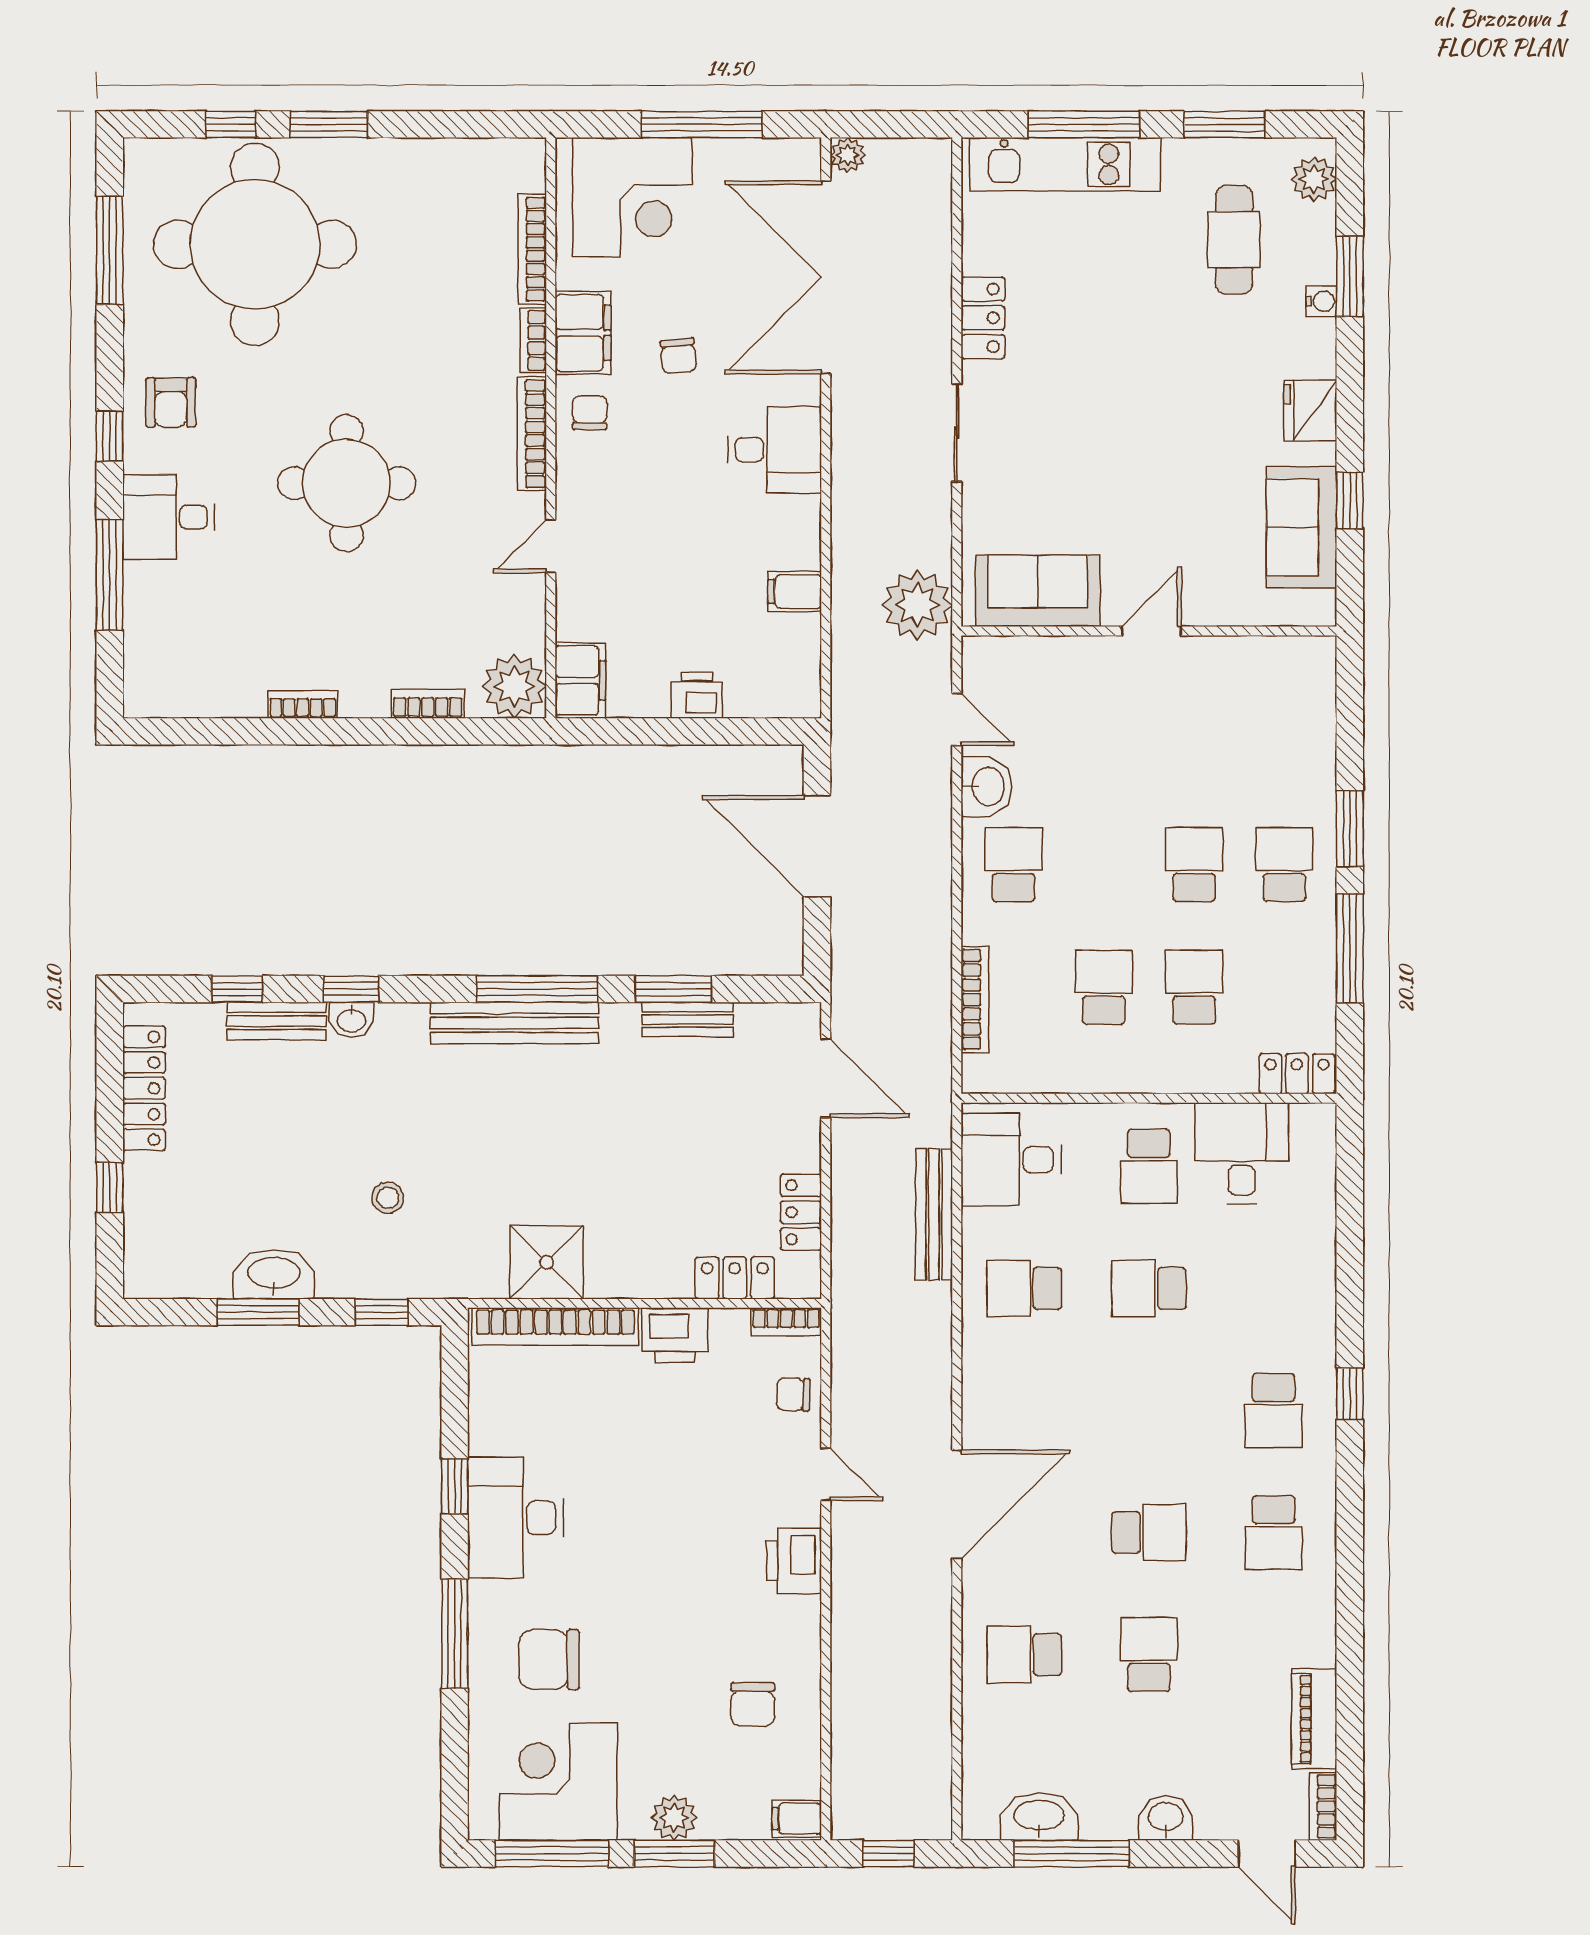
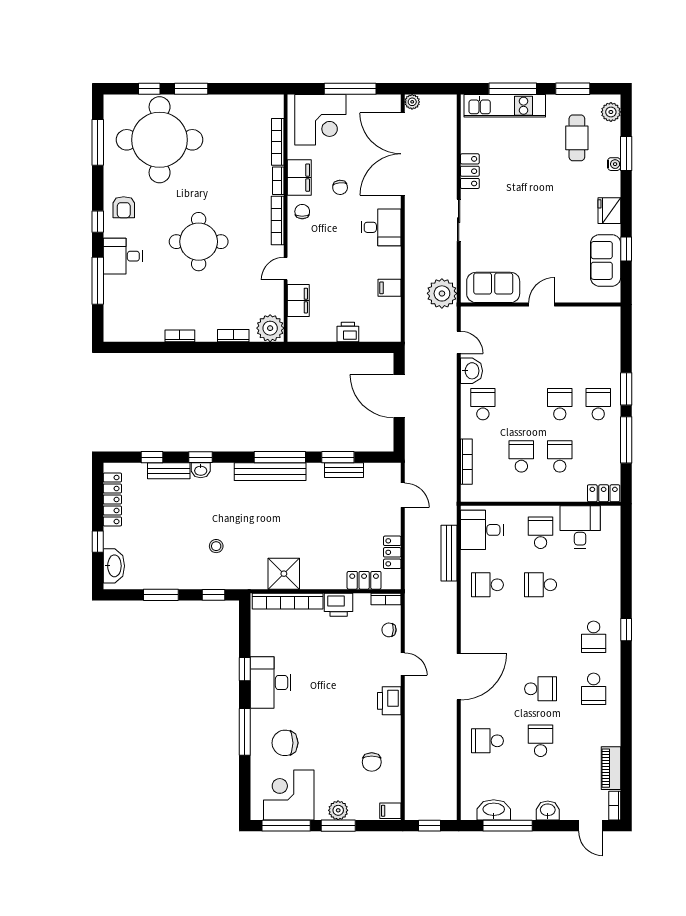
filing cabinet: (580, 680) -> (298, 301), moved
door: (826, 1078) -> (403, 495), width x0.73
school desk: (1149, 1166) -> (541, 533), turned 180
washbasin: (274, 1274) -> (114, 566), moved, turned 90

